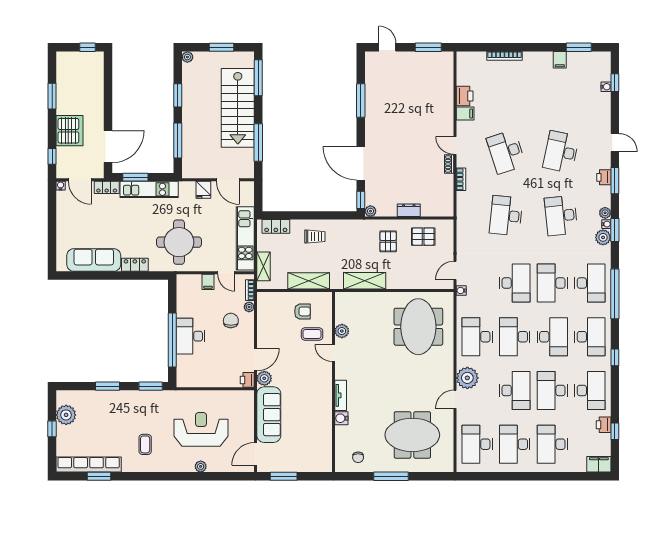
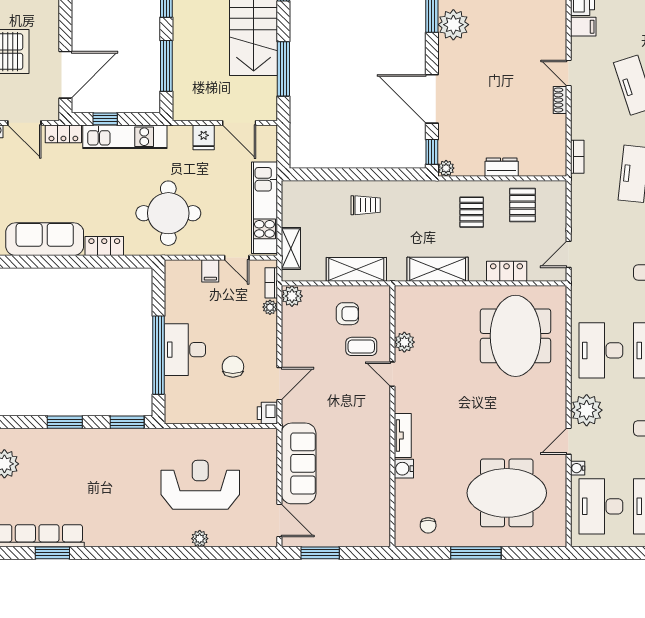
plant: (376, 112) -> (453, 25), added
window: (135, 177) -> (105, 119), width x0.67
bookcase: (461, 179) -> (577, 157), moved
locker: (276, 226) -> (507, 271), moved, turned 180
pallet: (423, 237) -> (522, 205), turned 90
water cooler: (461, 291) -> (578, 468), moved
chair: (231, 320) -> (233, 367), moved
plant: (264, 378) -> (292, 296), moved
coffee table: (145, 444) -> (119, 507), removed
door: (256, 454) -> (279, 520), swing flipped

